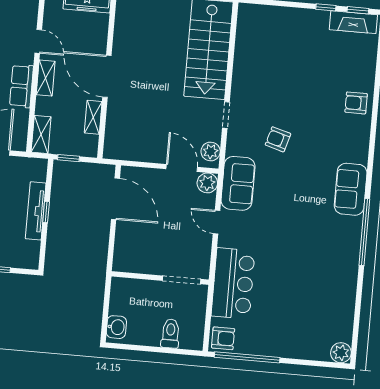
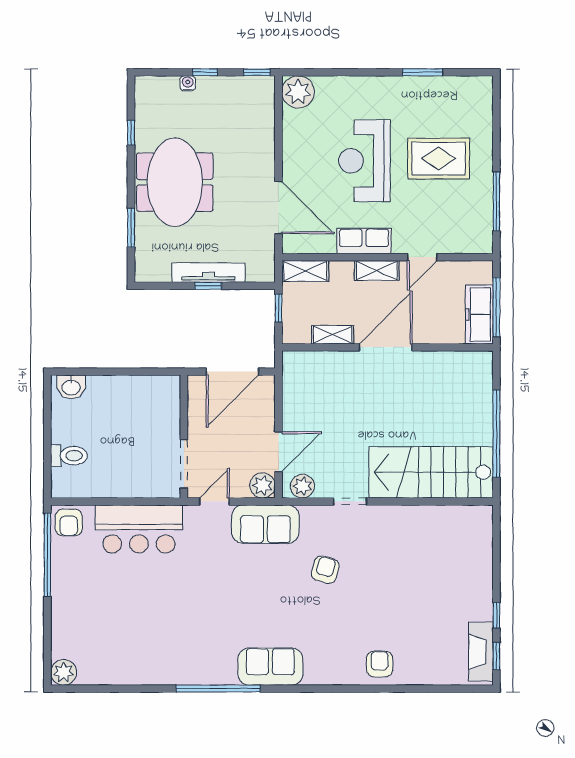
wall: (160, 278) -> (184, 437), moved
doorway: (182, 280) -> (184, 464), moved

